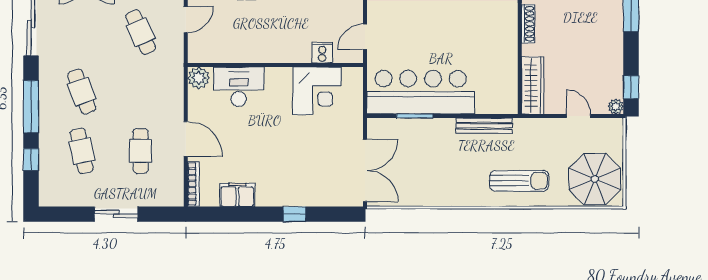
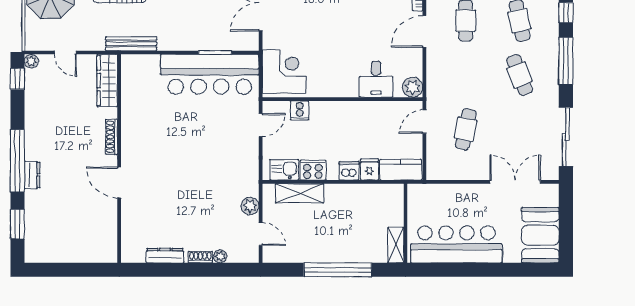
door: (186, 20) -> (424, 122), moved
cafe table: (141, 32) -> (466, 129), turned 36
desk: (239, 87) -> (376, 79), width x0.73
corner desk: (317, 91) -> (284, 71), moved, turned 90
bench: (484, 126) -> (131, 44), moved
door: (186, 139) -> (424, 32), hinge flipped

